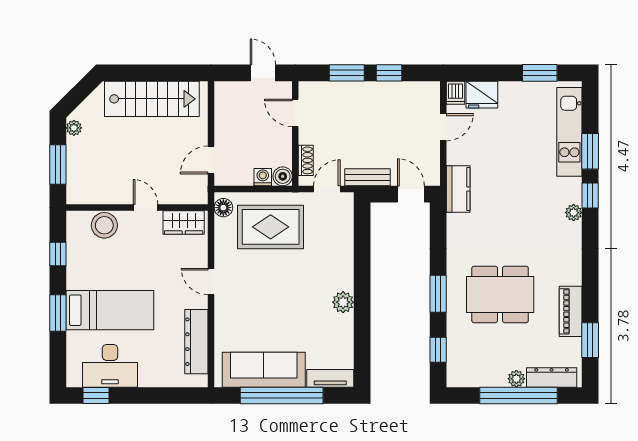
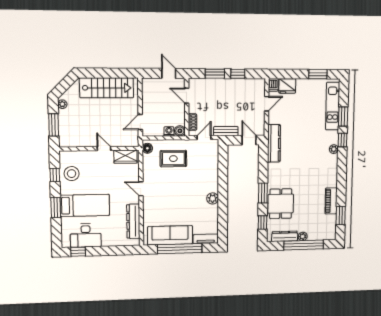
kitchen counter: (458, 189) -> (274, 143), width x1.50
stool: (104, 225) -> (72, 174), moved
rug: (271, 227) -> (173, 159), width x0.73, depth x0.70
dining table: (500, 294) -> (281, 204), moved, width x0.73
dresser: (552, 377) -> (285, 236), moved

